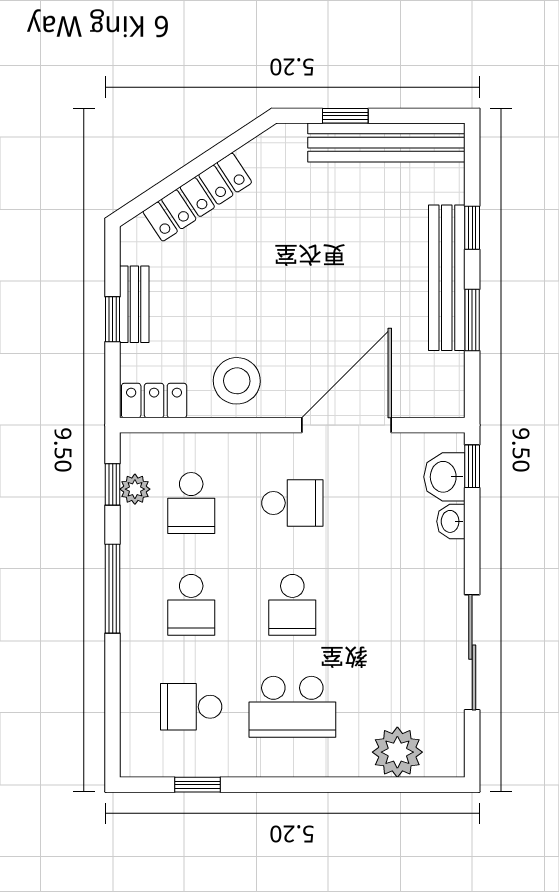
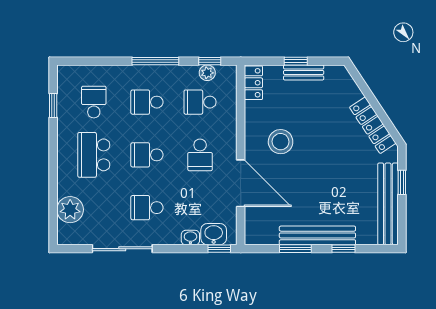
locker: (197, 197) -> (373, 125), moved
stool: (237, 381) -> (281, 142), moved
school desk: (394, 605) -> (147, 208), added

